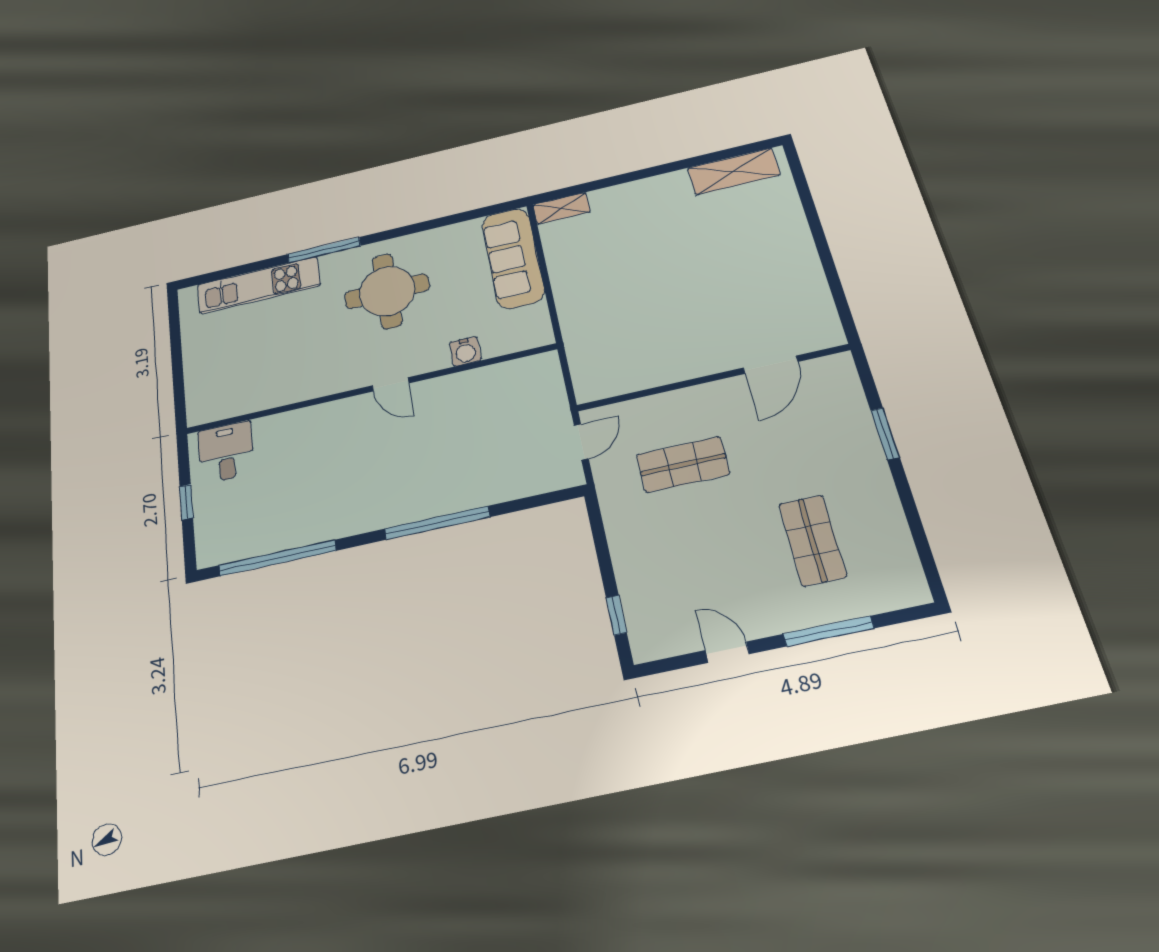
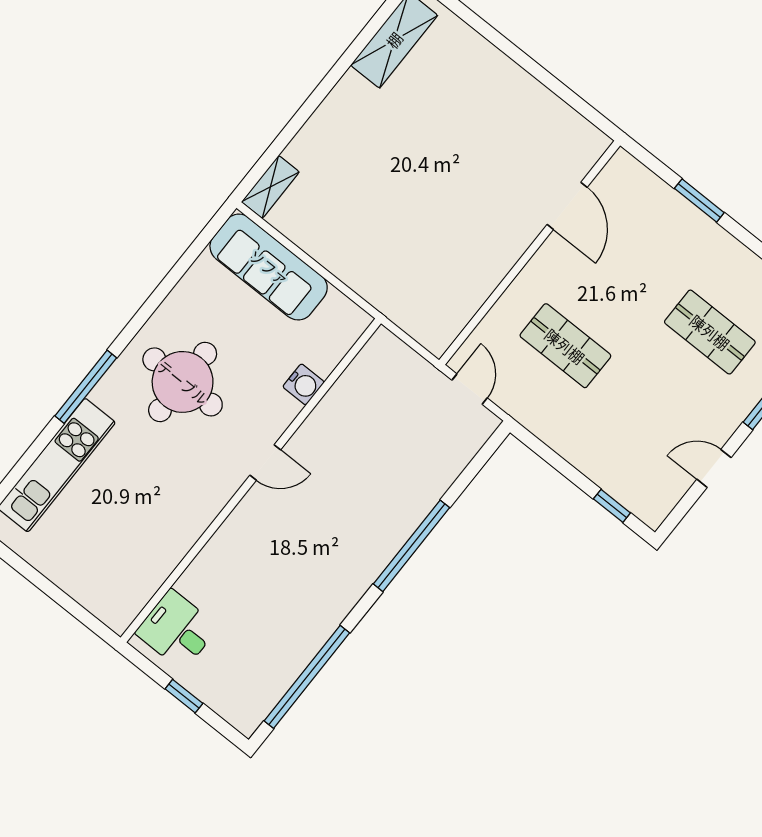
shop shelf: (683, 464) -> (565, 346), turned 90

